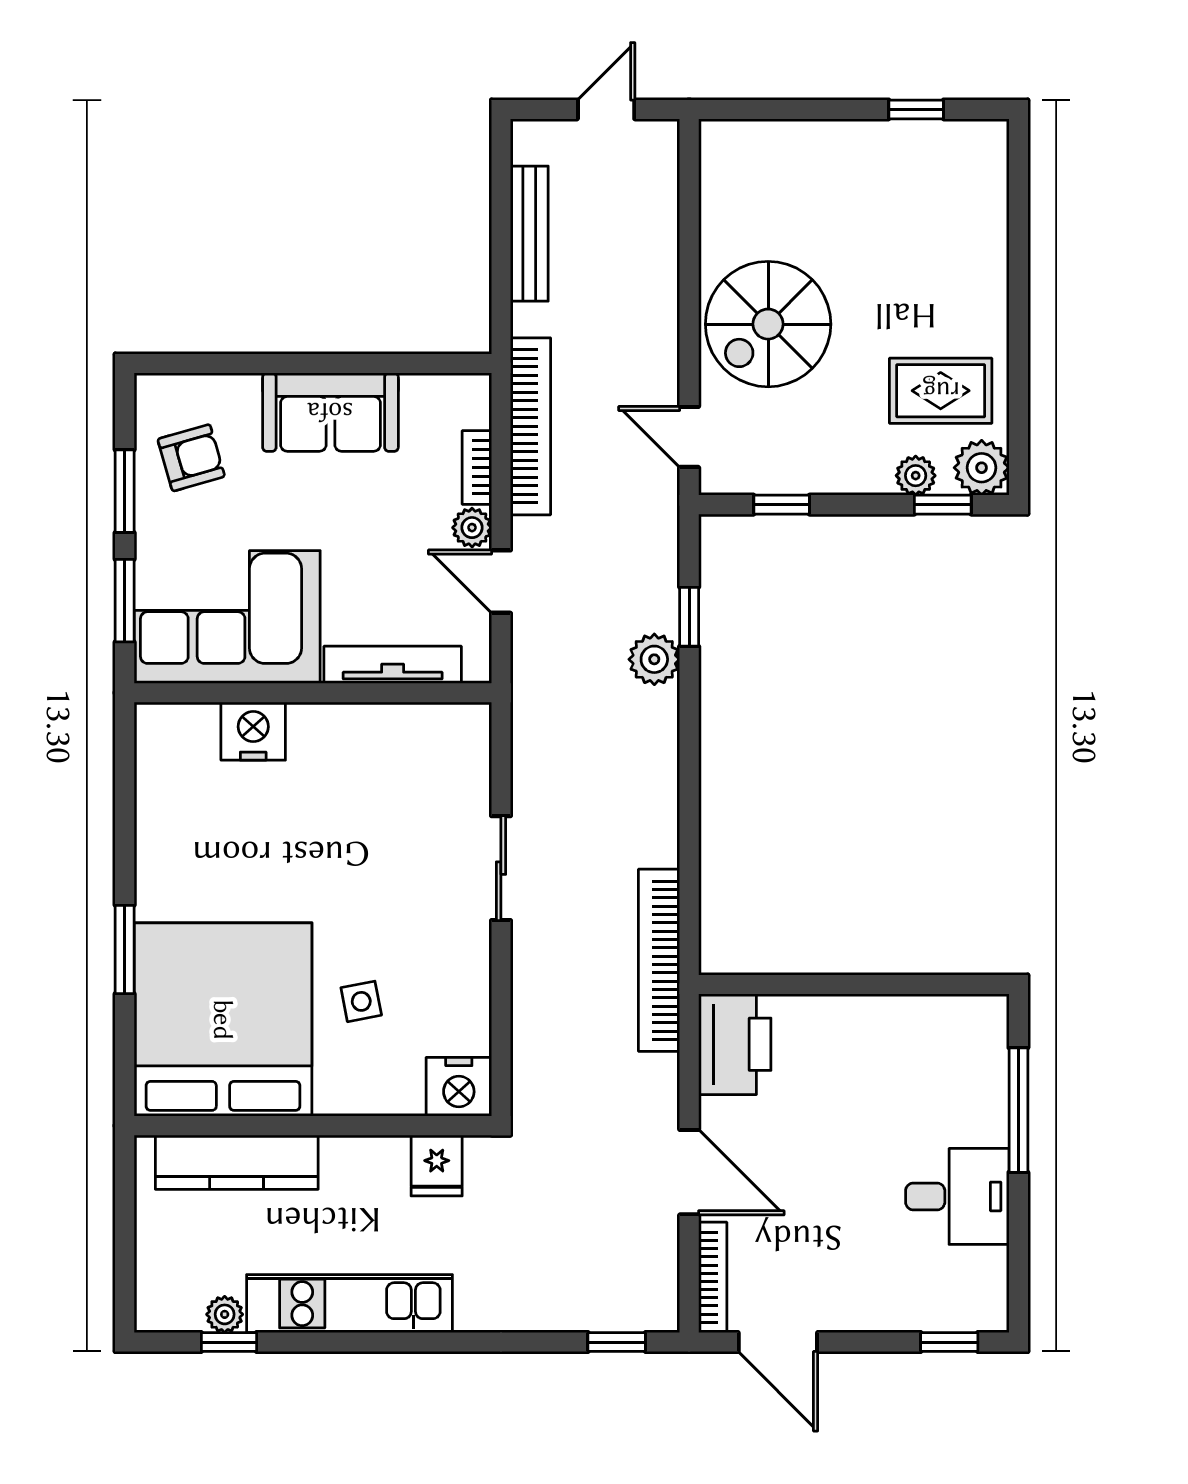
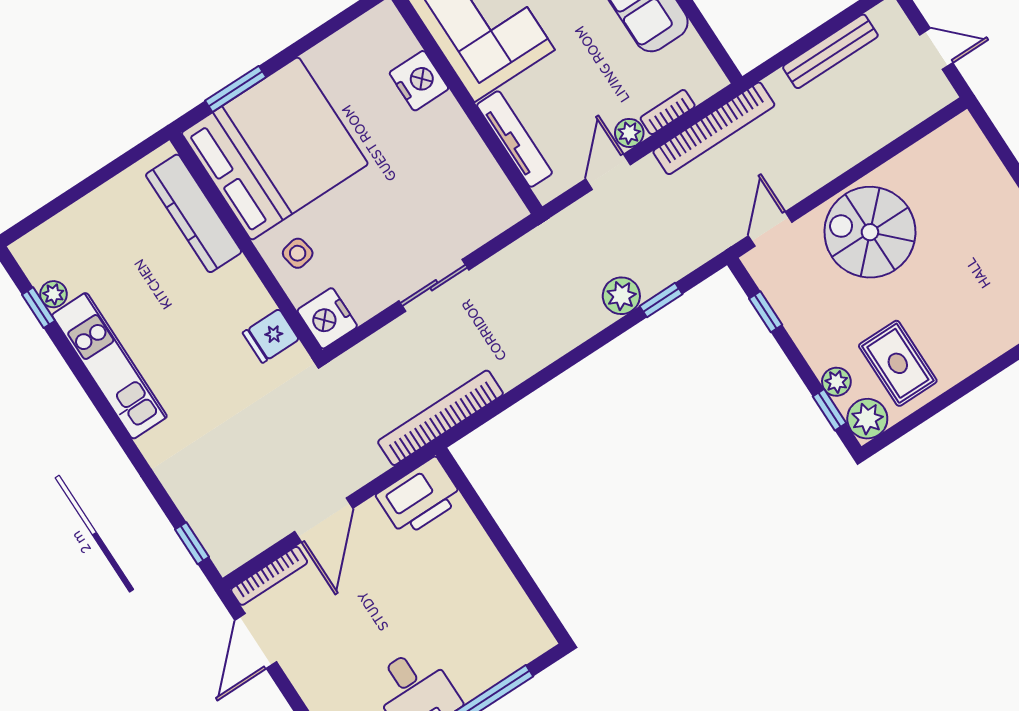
bed: (223, 1020) -> (275, 149), moved
nightstand: (459, 1087) -> (327, 318), moved
wall: (313, 1126) -> (246, 245), moved
kitchen counter: (237, 1162) -> (194, 213), moved
fridge: (437, 1165) -> (271, 336), moved

